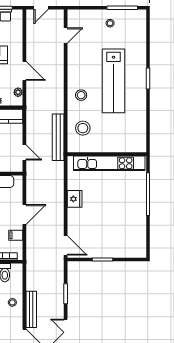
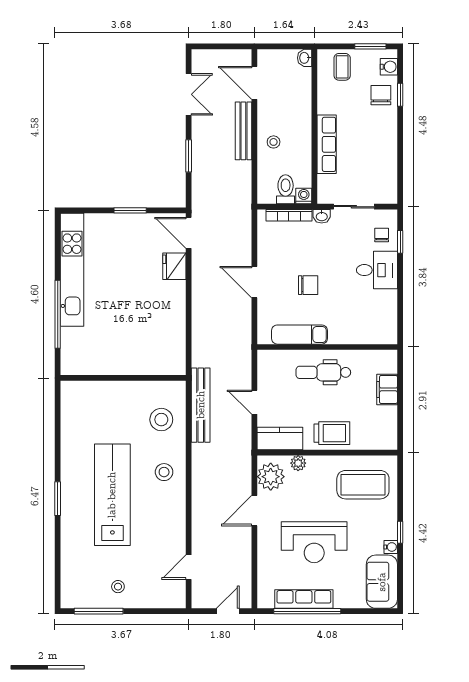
door: (24, 71) -> (254, 511), hinge flipped
plant: (18, 92) -> (271, 477), width x1.88, depth x1.88
door: (24, 152) -> (254, 402), moved
kitchen unit: (109, 163) -> (72, 270), moved, turned 90
fridge: (75, 199) -> (174, 266), moved
door: (24, 214) -> (254, 282), hinge flipped
filing cabinet: (16, 235) -> (268, 249), removed

